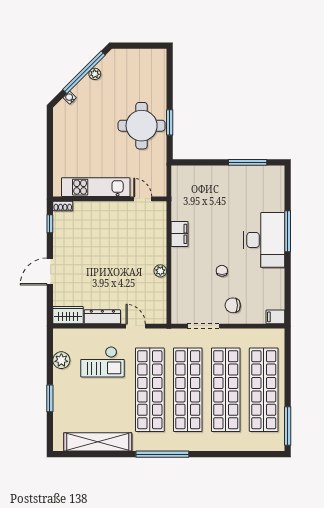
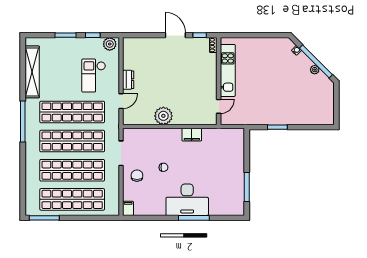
round table: (142, 126) -> (275, 106), removed
plant: (160, 271) -> (163, 116), width x1.87, depth x1.87
door: (50, 272) -> (175, 35), moved
wardrobe: (68, 315) -> (129, 49), removed
dresser: (102, 317) -> (128, 80), width x0.70
plant: (61, 360) -> (110, 44), moved
window: (50, 363) -> (93, 35), added

